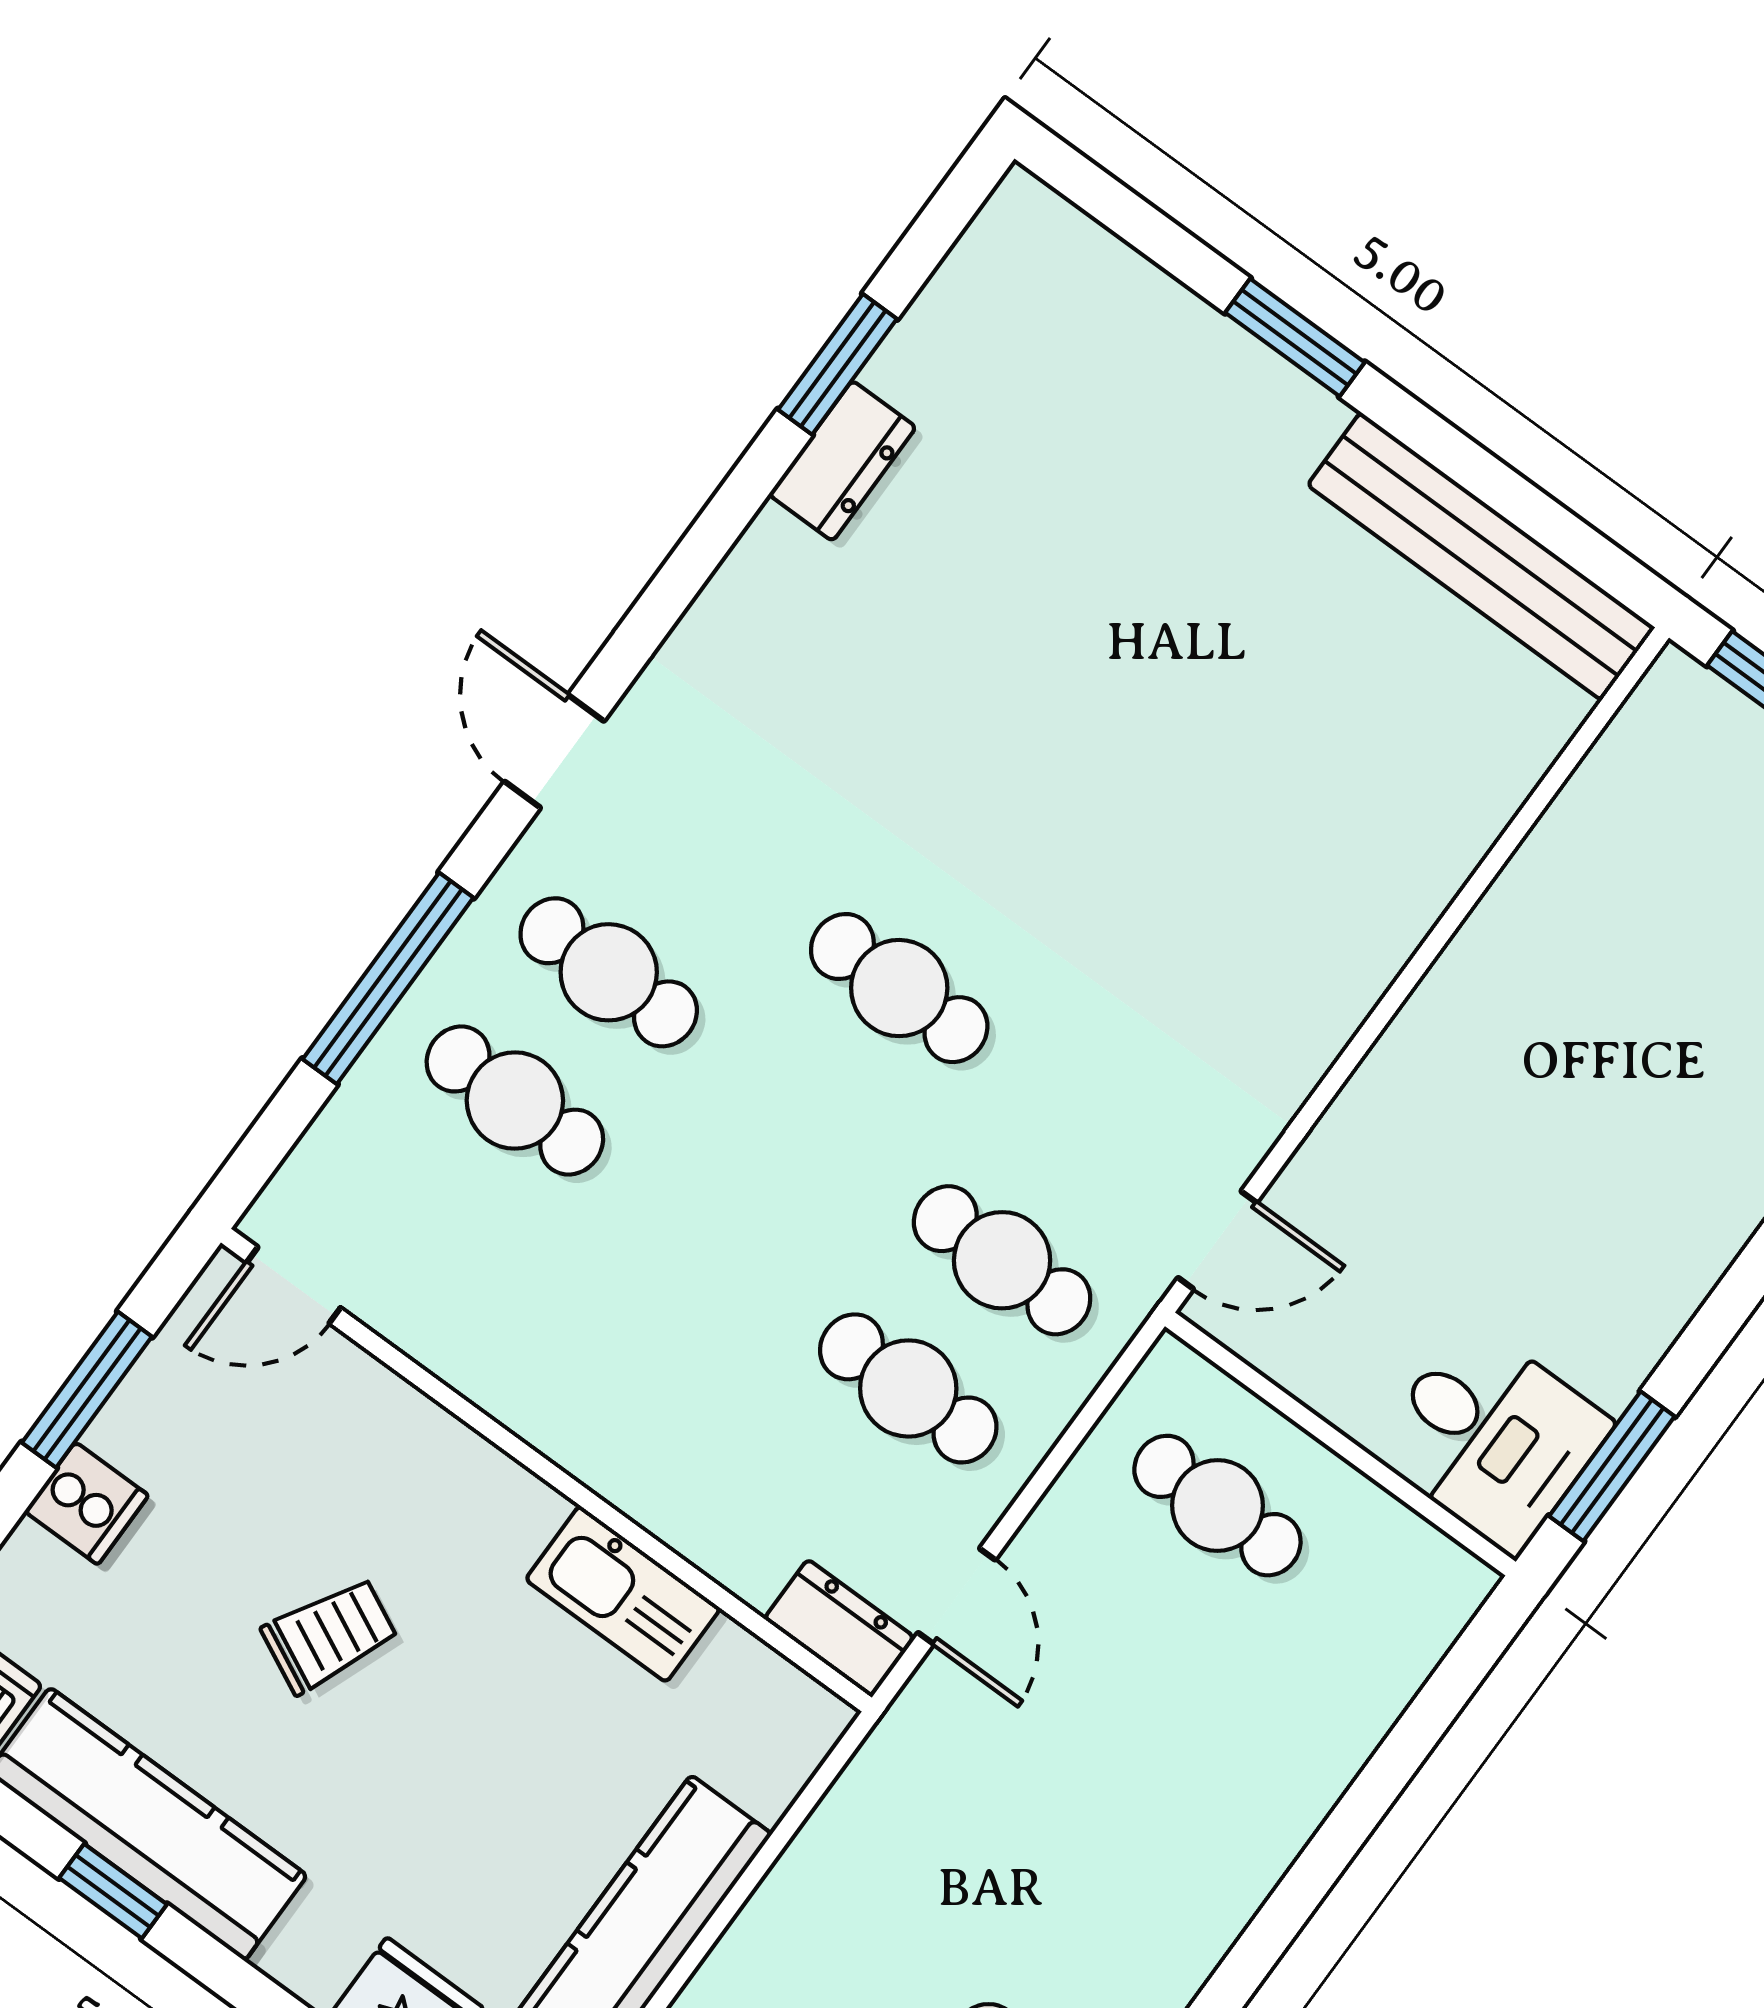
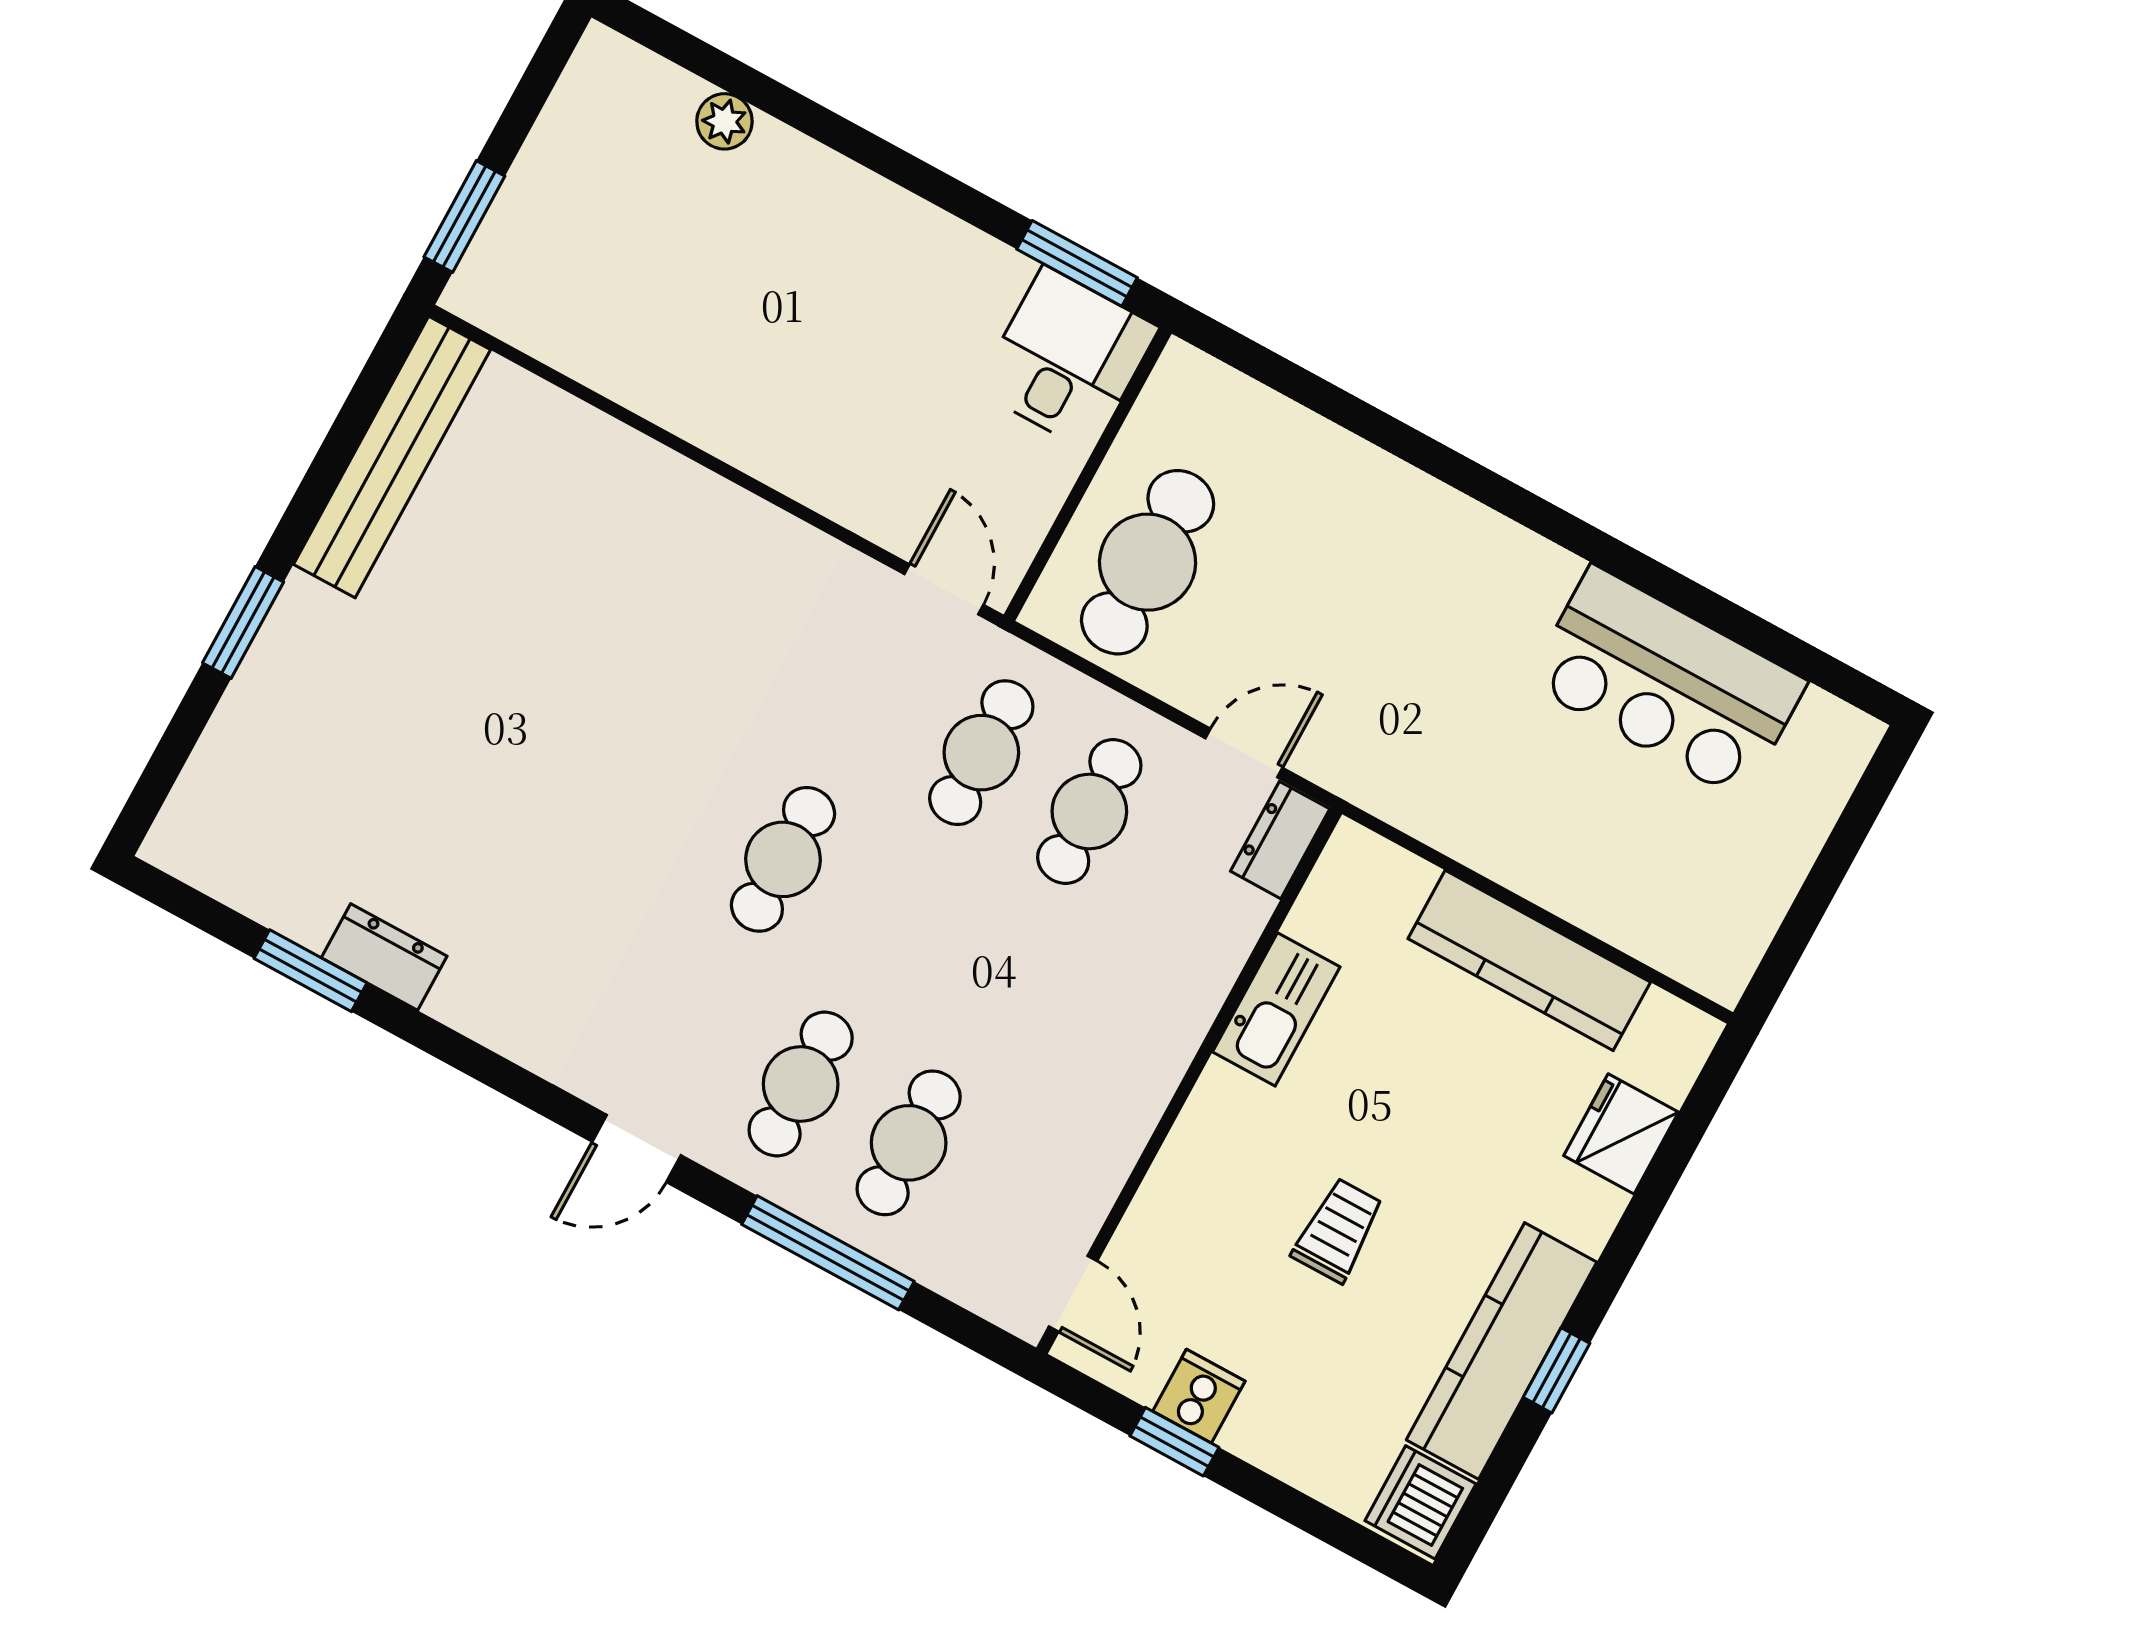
window: (87, 1390) -> (1174, 1442), width x0.67
cooker: (87, 1503) -> (1199, 1396), moved
cafe table: (1217, 1506) -> (1148, 562), width x1.37, depth x1.35
trolley: (330, 1635) -> (1338, 1230), turned 64

